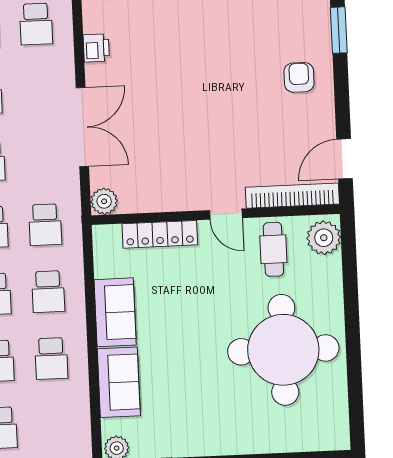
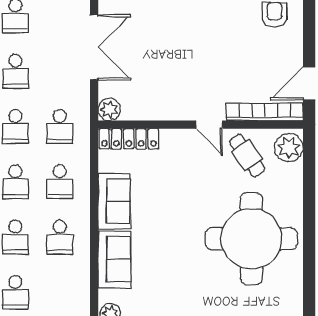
locker: (160, 234) -> (129, 139), moved
cafe table: (273, 249) -> (247, 155), turned -35

